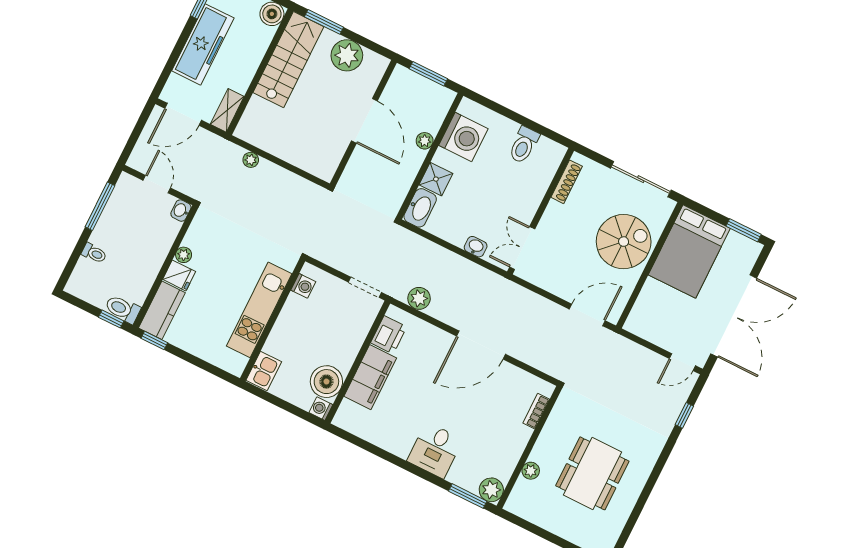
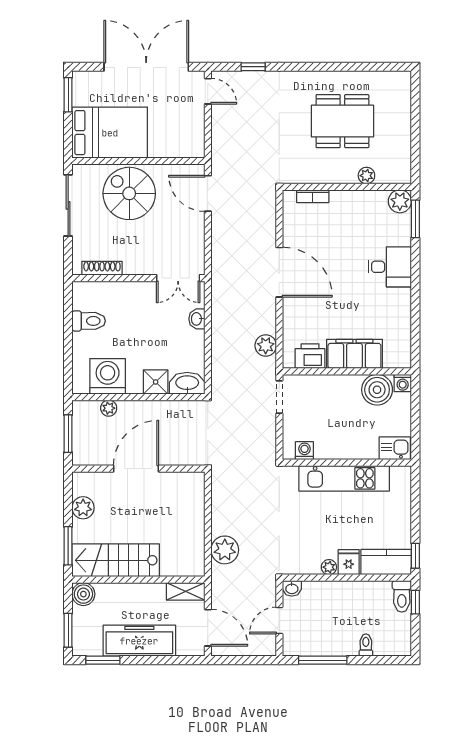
plant: (347, 55) -> (83, 508), width x0.73, depth x0.73
plant: (425, 141) -> (109, 408), moved
plant: (251, 160) -> (225, 550), width x1.88, depth x1.88

